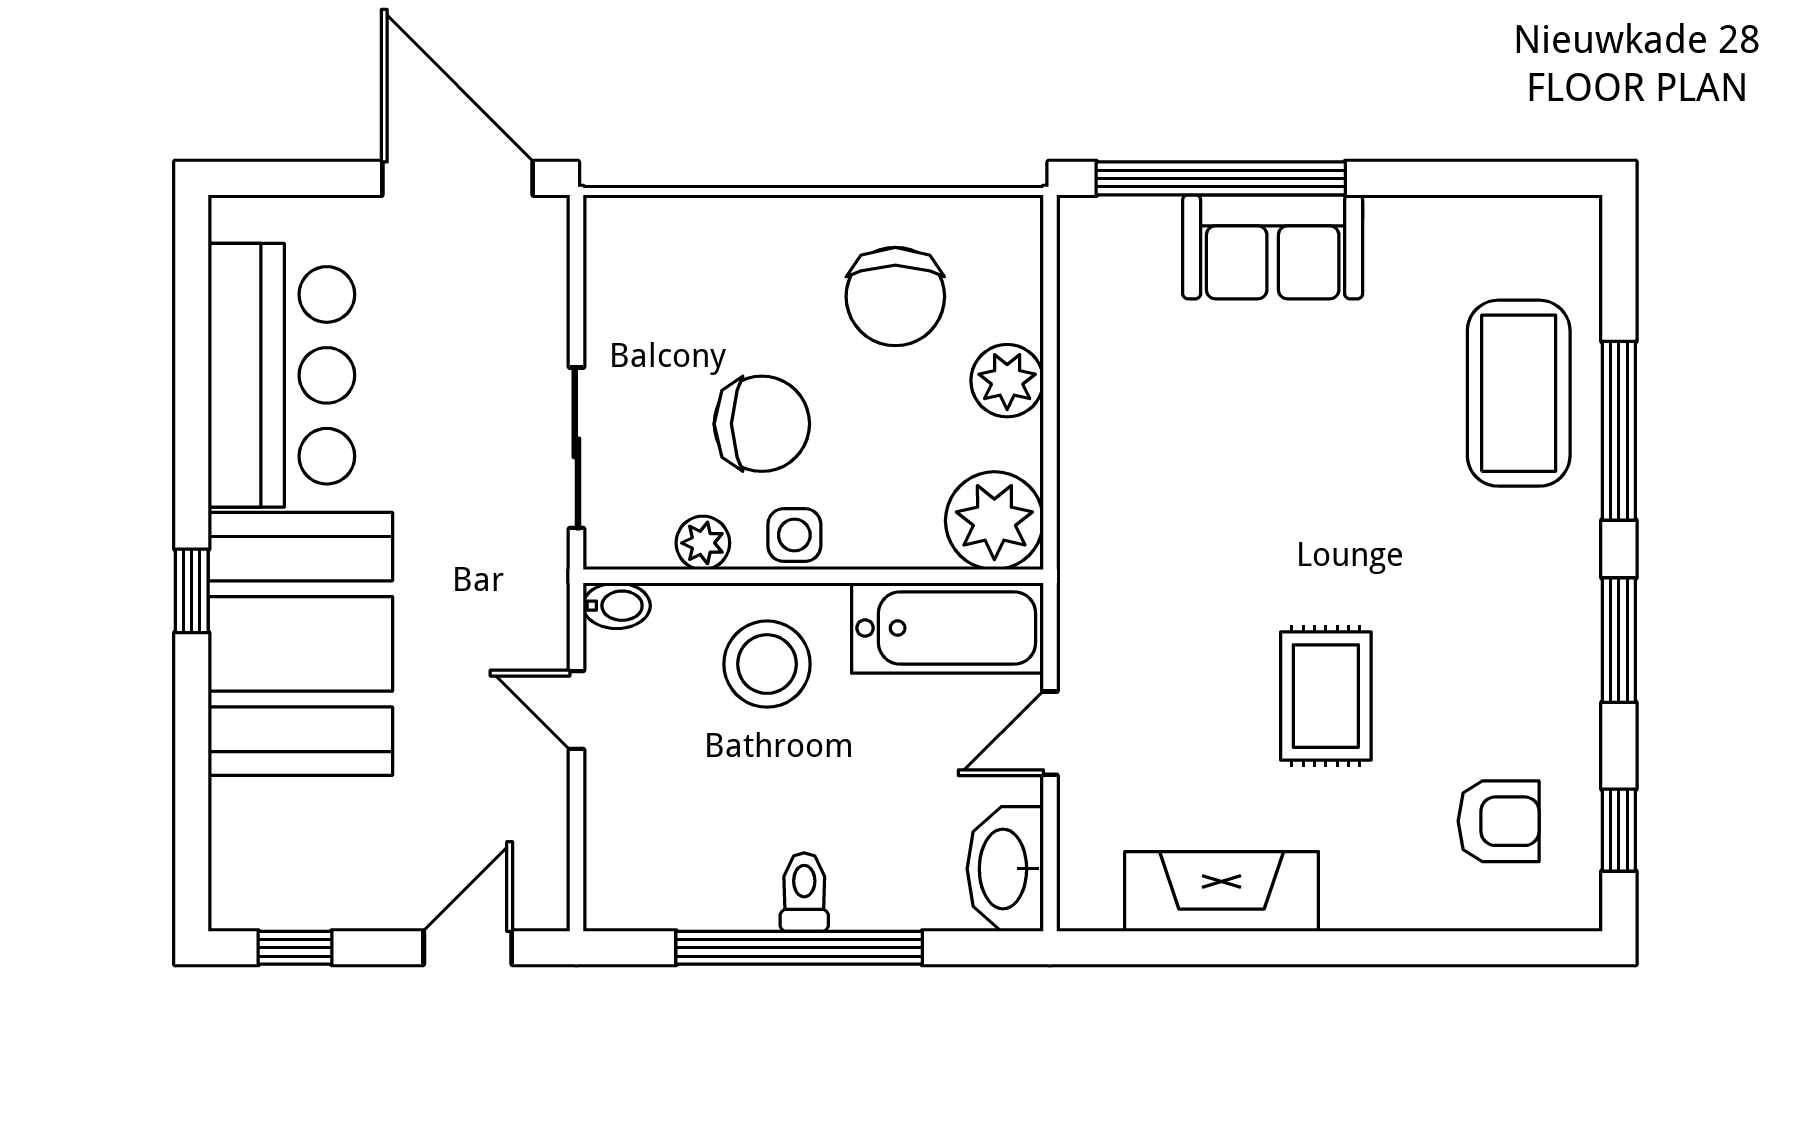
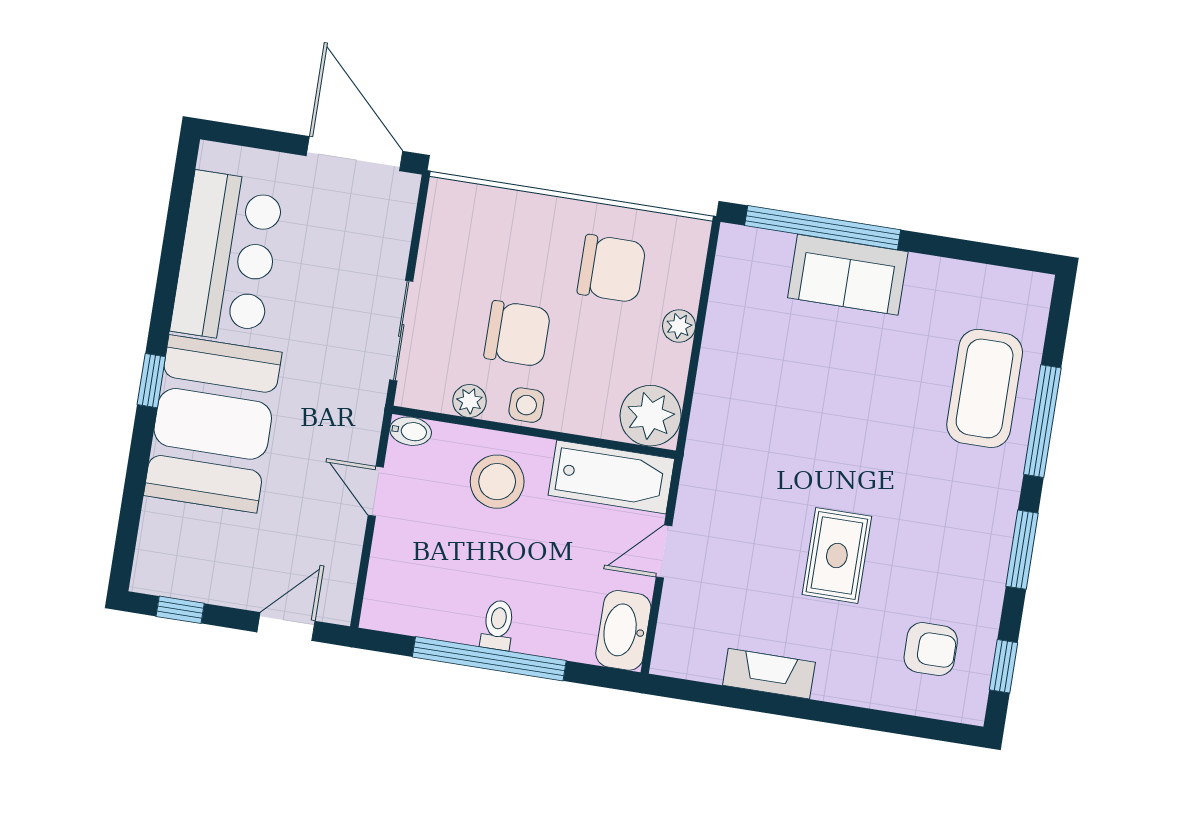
chair: (895, 297) -> (612, 269), turned -90
plant: (1007, 381) -> (679, 326), width x0.73, depth x0.73
fireplace: (1222, 891) -> (769, 674), width x0.73, depth x0.76

